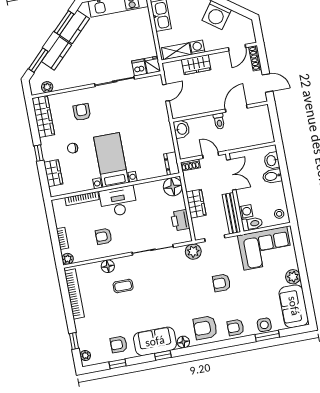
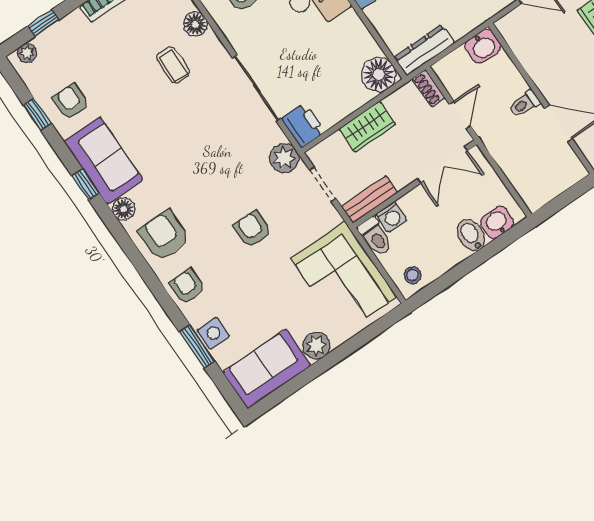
dresser: (172, 164) -> (424, 50), width x1.44
bench: (231, 213) -> (369, 199), width x0.73
printer: (180, 220) -> (303, 125), moved, turned 90

